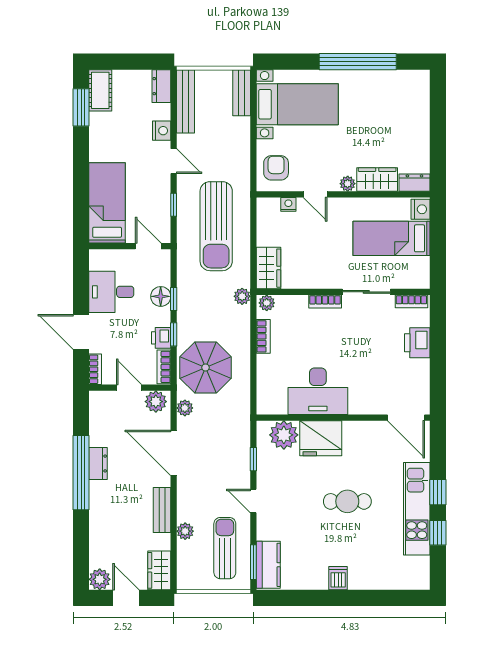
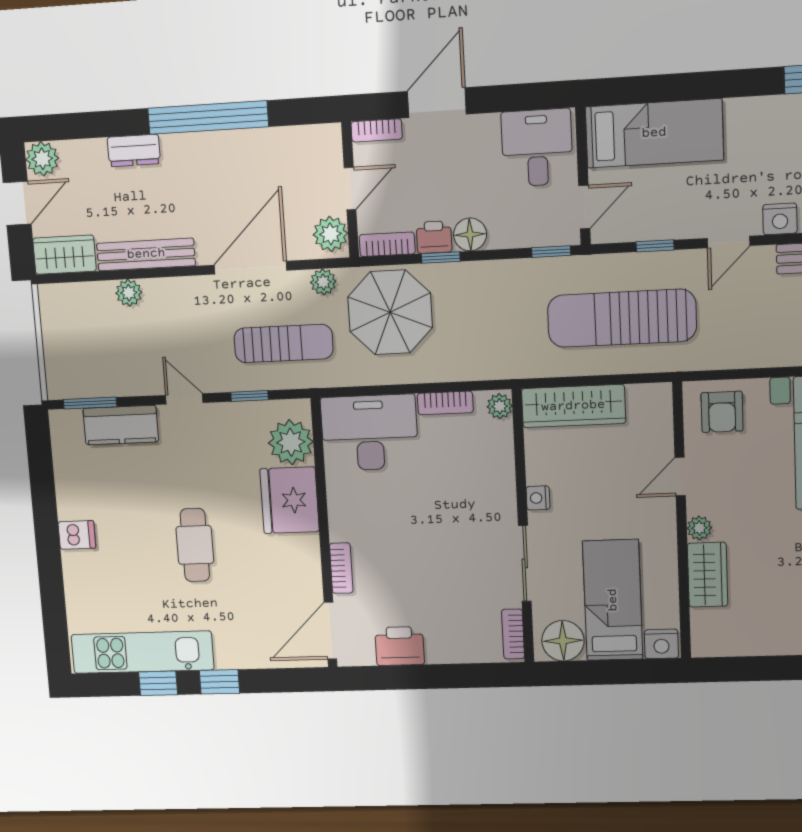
armchair: (276, 168) -> (722, 412), turned 90
dresser: (414, 183) -> (704, 633), removed
nightstand: (288, 204) -> (538, 498), moved, turned 180
wardrobe: (269, 268) -> (573, 406), width x1.50
floor lamp: (417, 270) -> (563, 641), added
desk: (111, 292) -> (537, 148), moved
floor lamp: (161, 296) -> (470, 234), moved
plant: (242, 296) -> (508, 366), removed
window: (174, 299) -> (551, 252), moved
bookcase: (325, 301) -> (341, 568), moved, turned 180
printer: (417, 343) -> (400, 646), moved
desk: (318, 391) -> (369, 433), moved, turned 90
dresser: (98, 463) -> (134, 150), moved
door: (253, 501) -> (184, 399), hinge flipped
kitchen unit: (417, 509) -> (142, 652), moved
bench: (162, 510) -> (146, 254), width x1.36
sun lounger: (225, 548) -> (284, 343), moved
kitchen counter: (268, 565) -> (121, 425), moved

